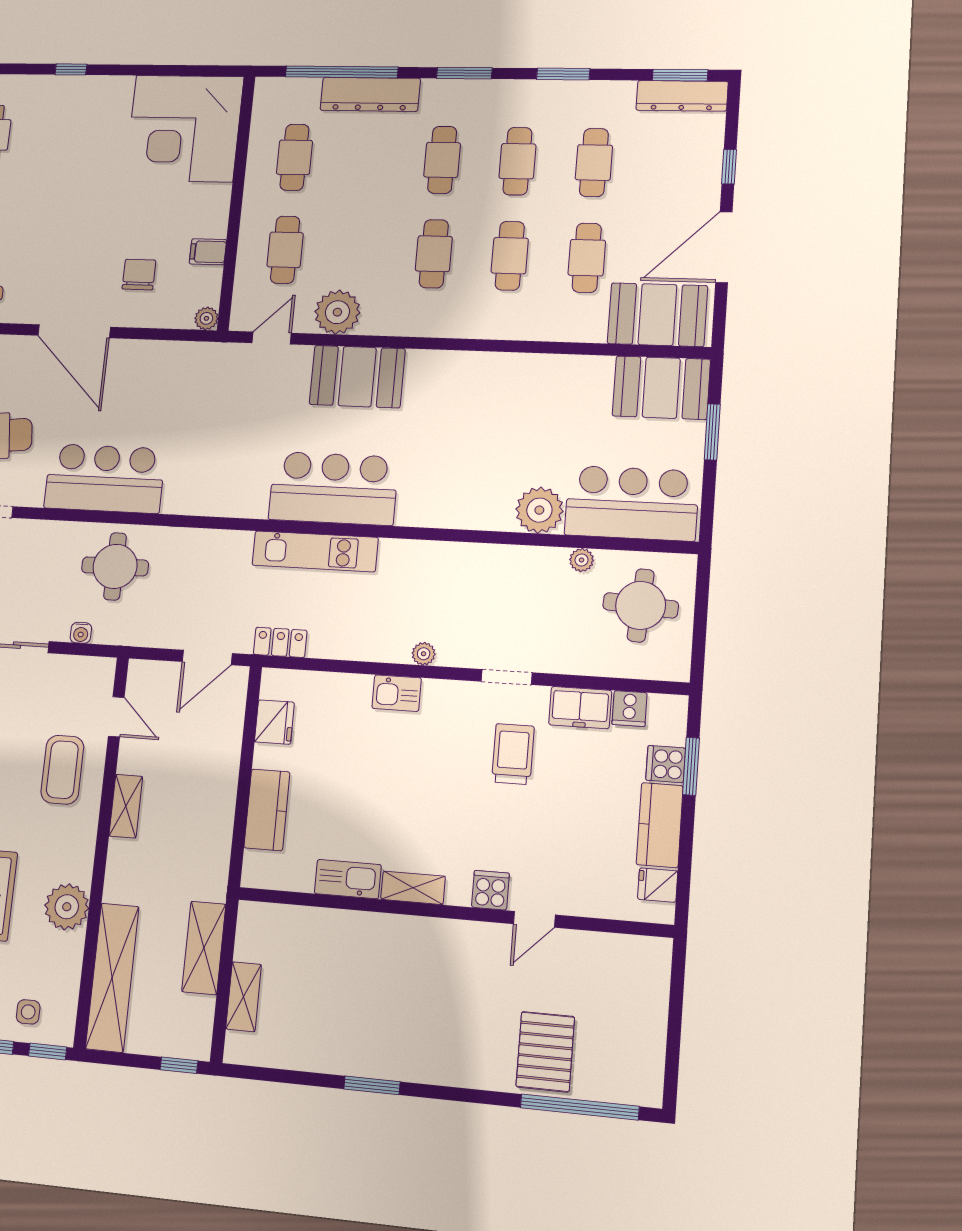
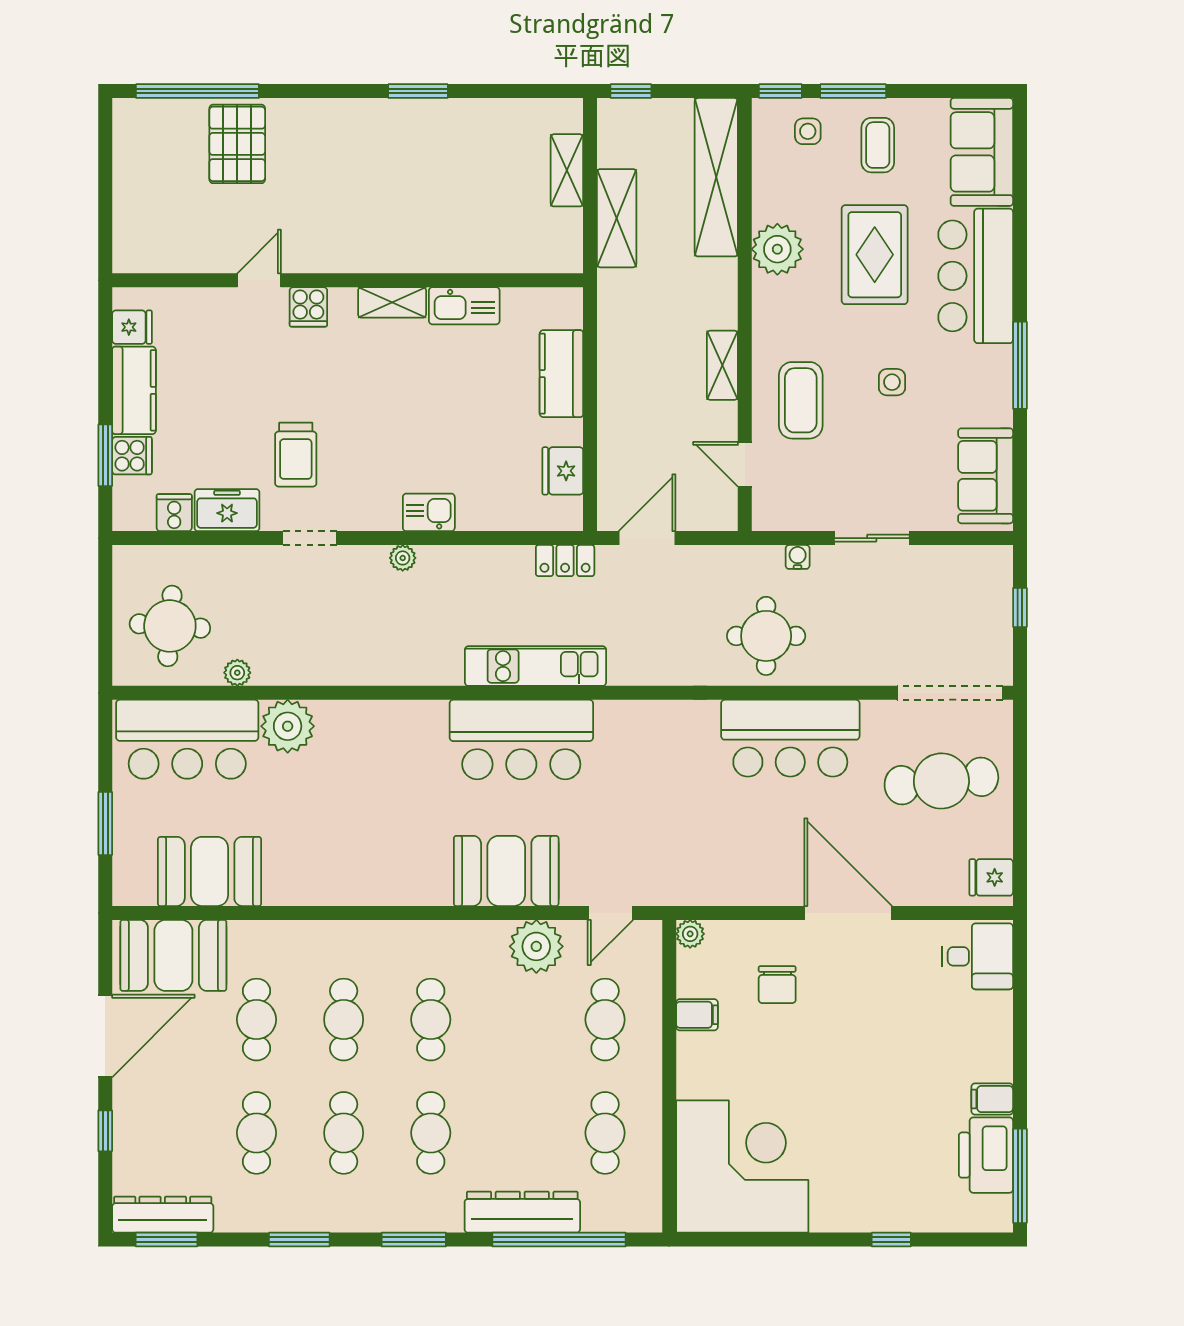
booth: (661, 388) -> (210, 871), moved

